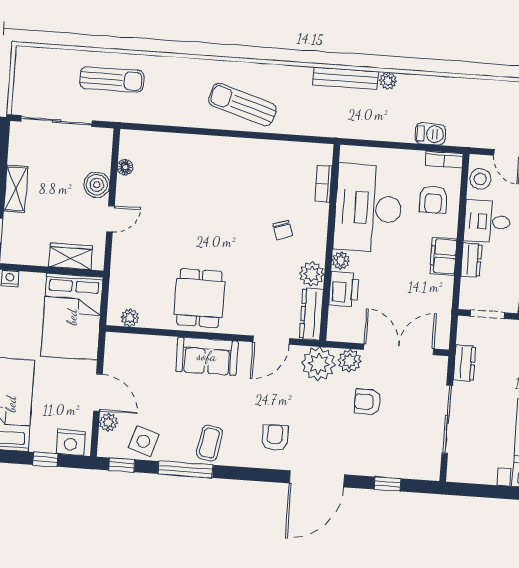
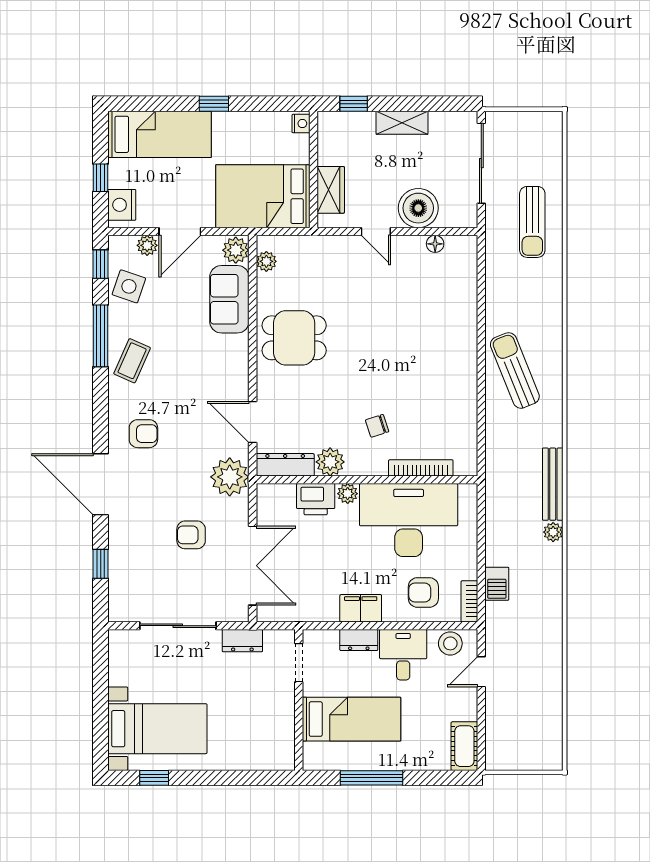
sun lounger: (242, 105) -> (515, 370), turned -39
bookcase: (323, 184) -> (421, 468), width x1.56
boiler: (97, 185) -> (418, 208), width x1.37, depth x1.37
sofa: (207, 356) -> (229, 299), moved
plant: (350, 361) -> (236, 250), moved
armchair: (368, 402) -> (191, 535), turned -90
coffee table: (209, 443) -> (132, 361), turned -76

